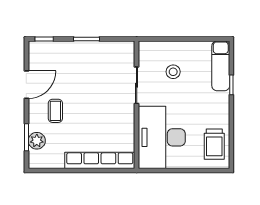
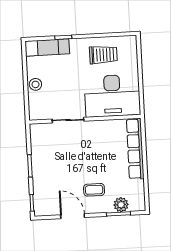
stool: (173, 72) -> (35, 84), moved
trolley: (214, 144) -> (103, 55), moved

